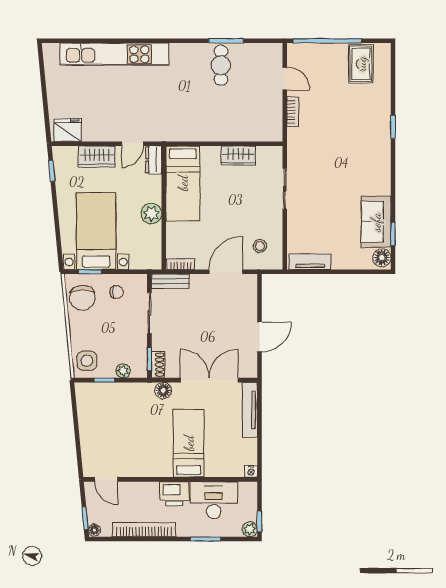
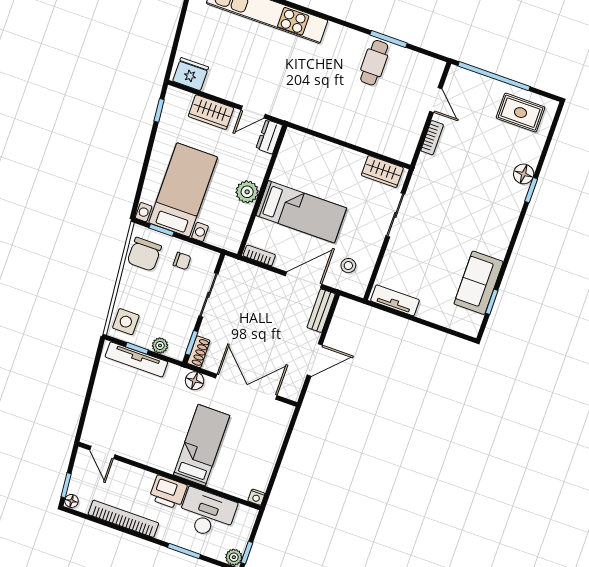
rug: (361, 64) -> (520, 113), turned 90
wardrobe: (238, 156) -> (382, 172), moved
bed: (183, 183) -> (301, 212), moved, turned -90
floor lamp: (382, 258) -> (524, 174), moved
bench: (170, 281) -> (321, 311), moved, turned 90
tv unit: (250, 410) -> (136, 359), moved, turned -90

